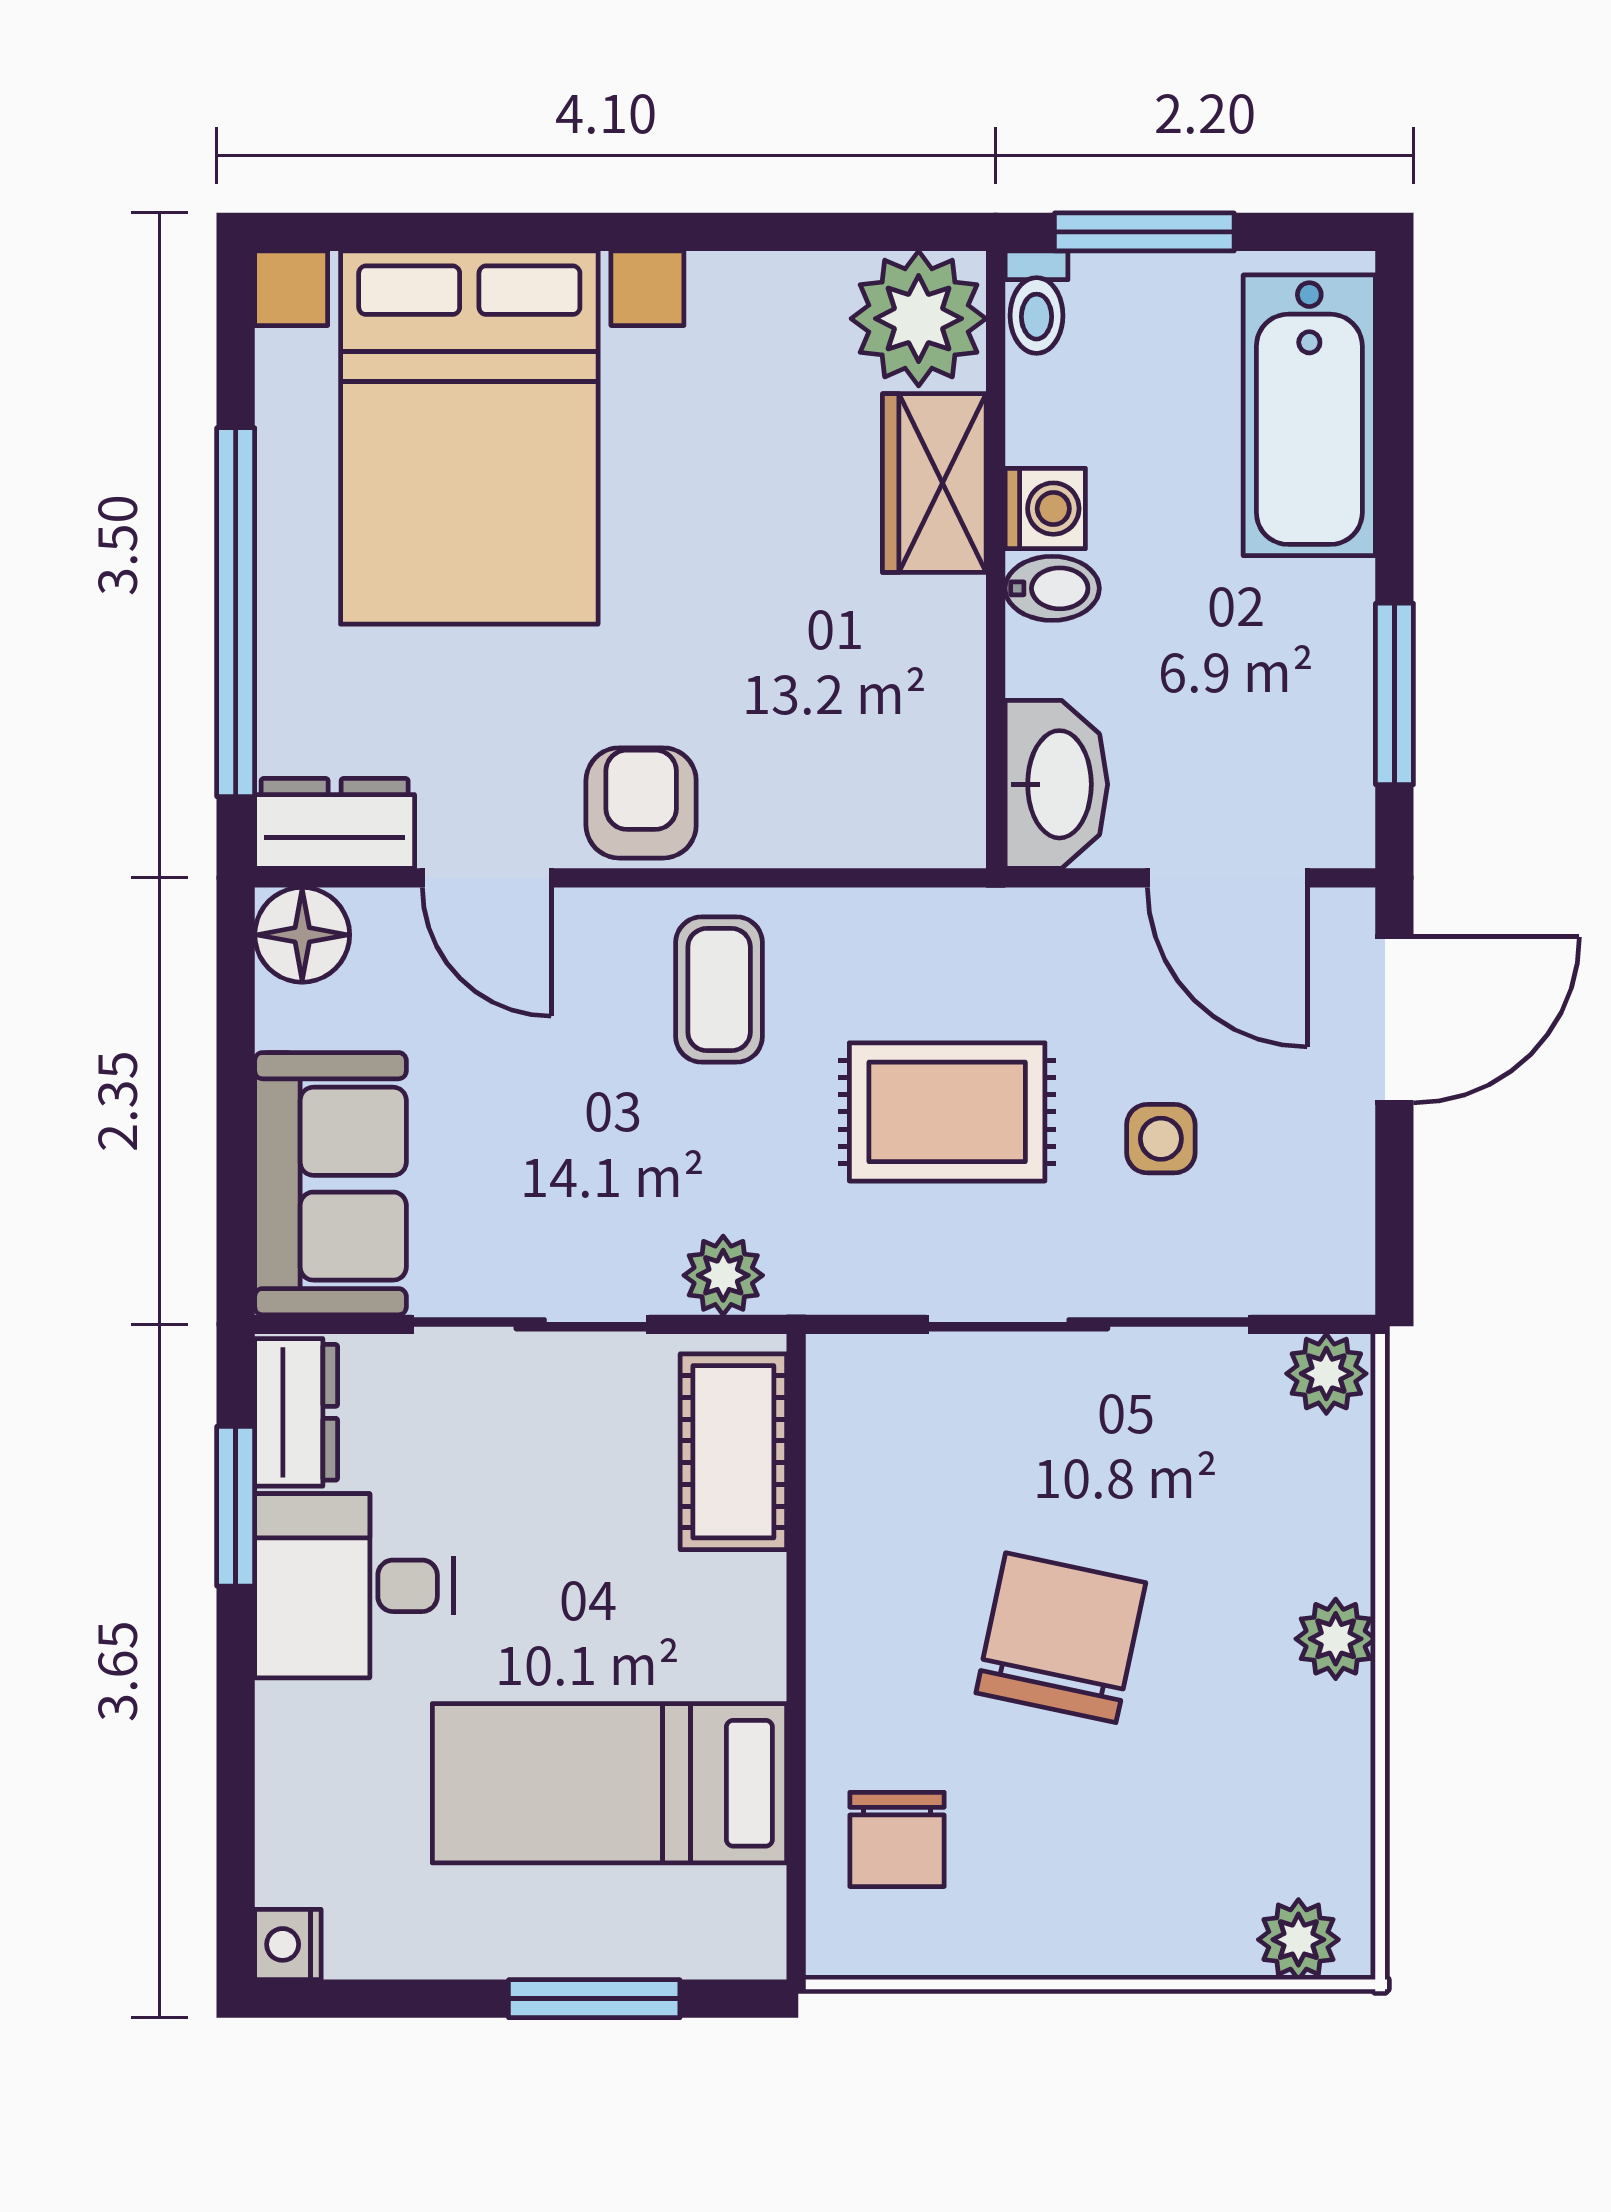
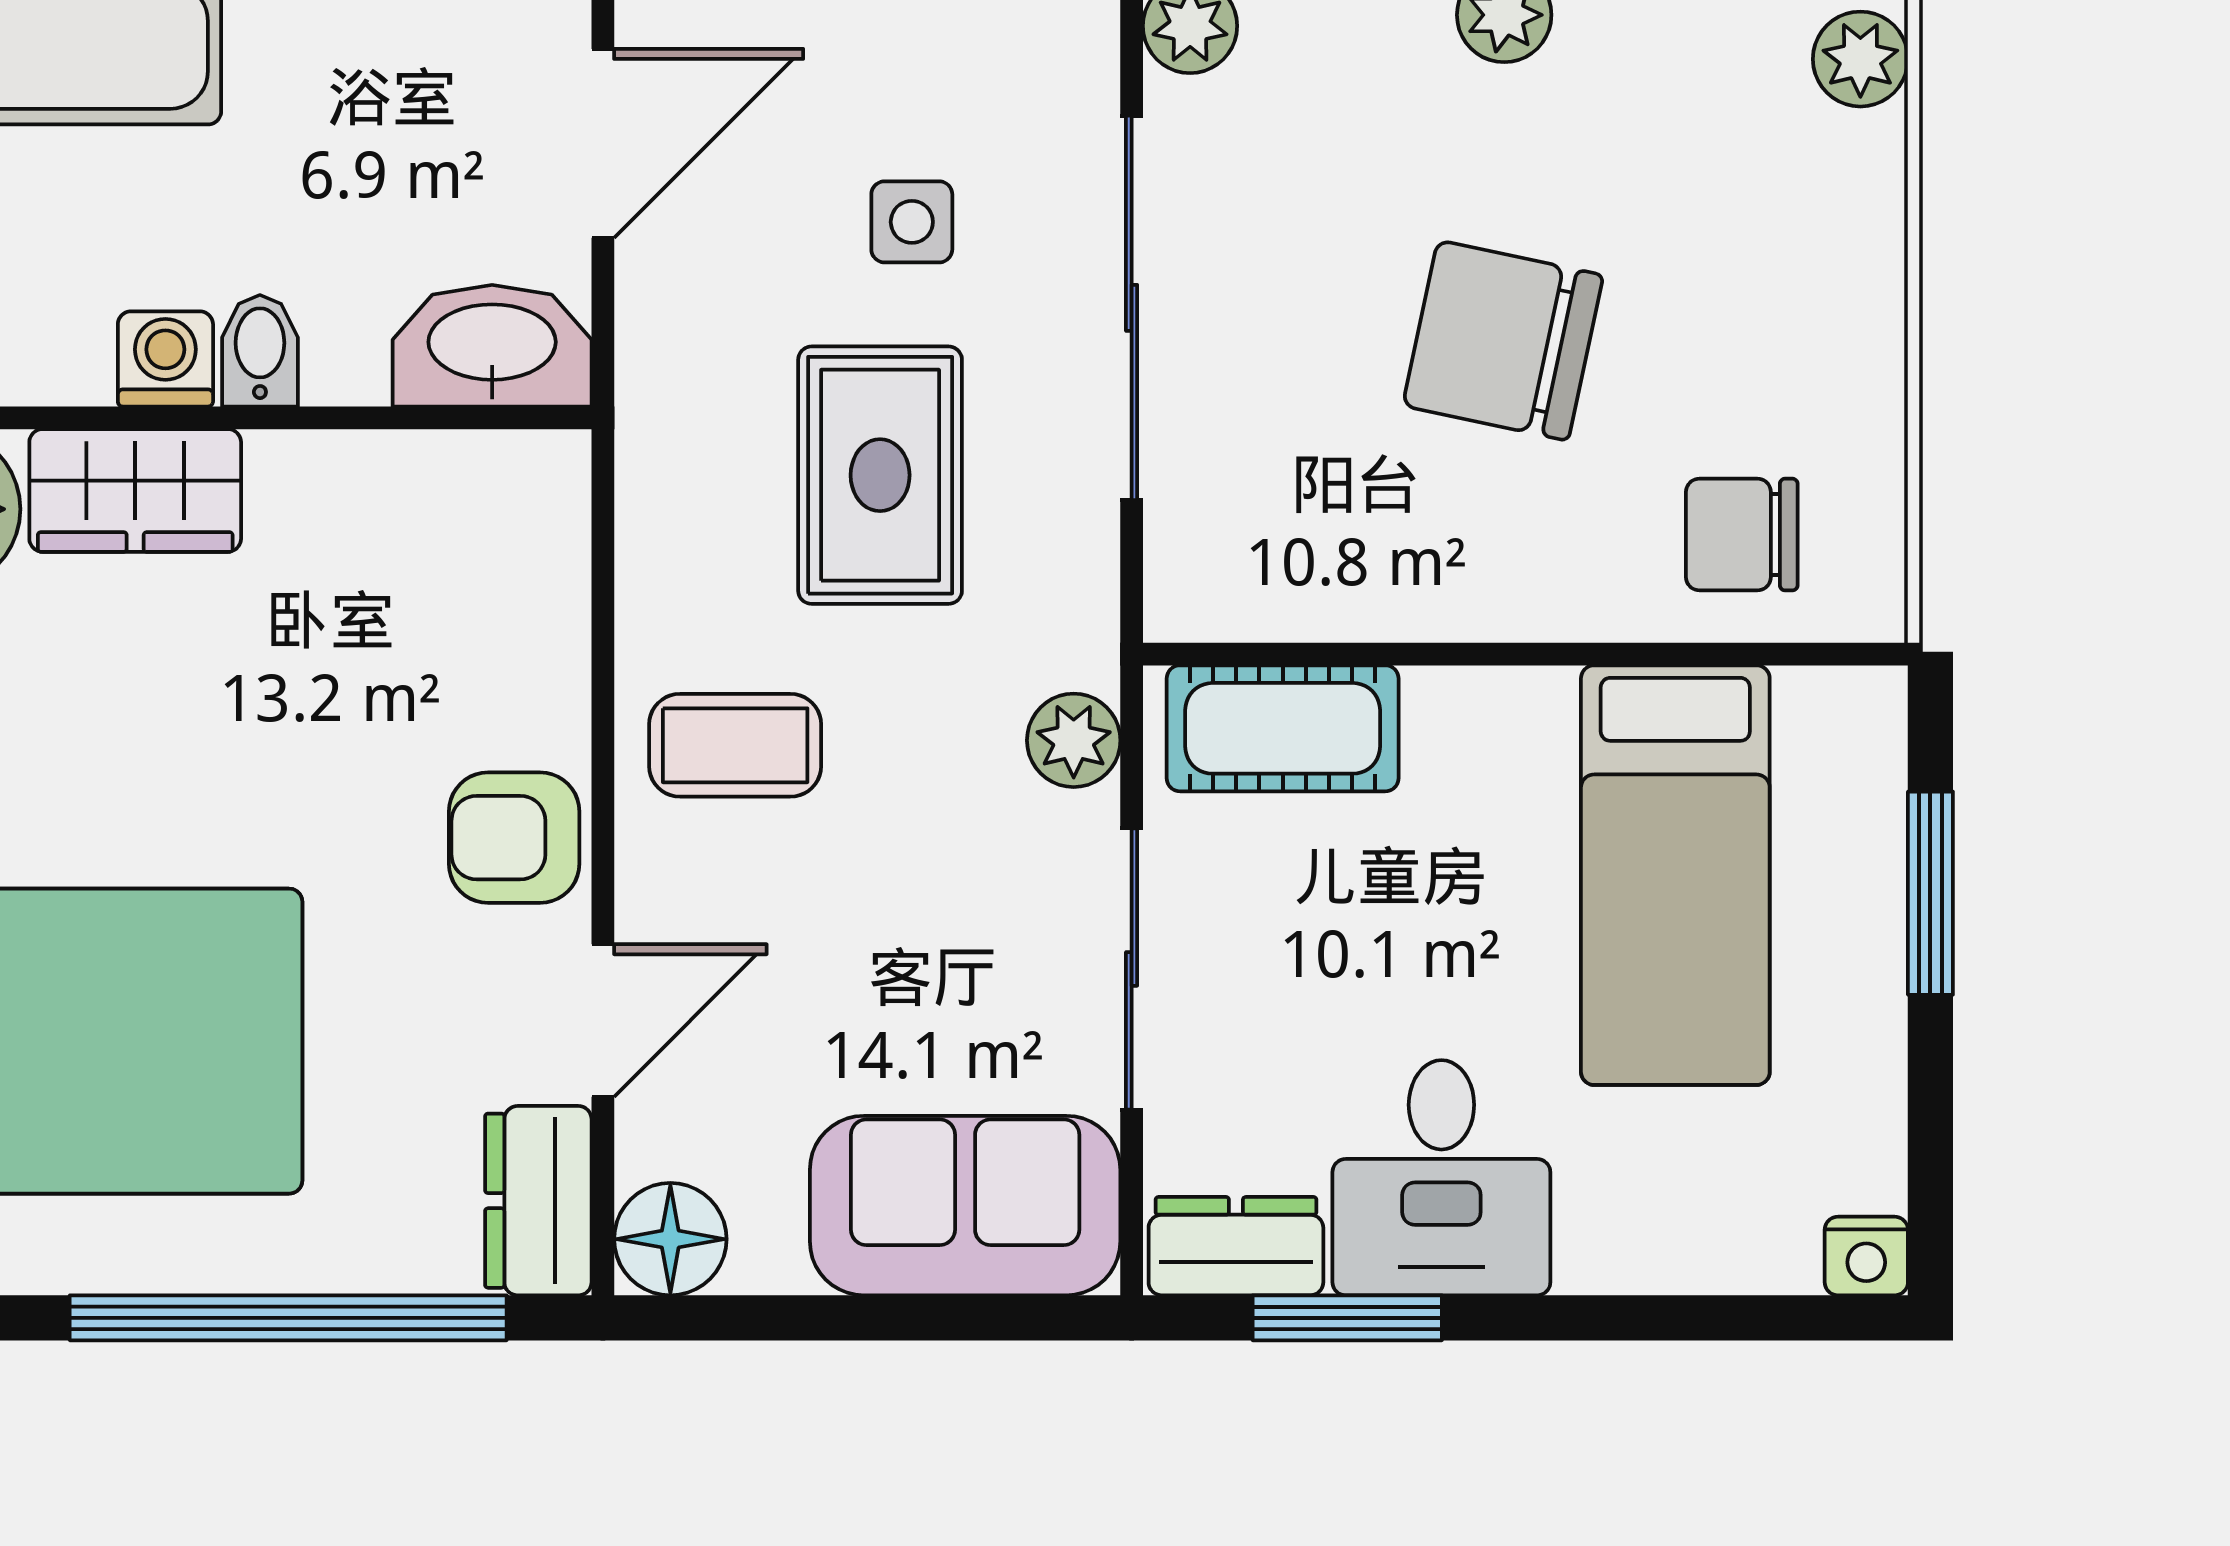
chair: (897, 1839) -> (1742, 535), turned 180

